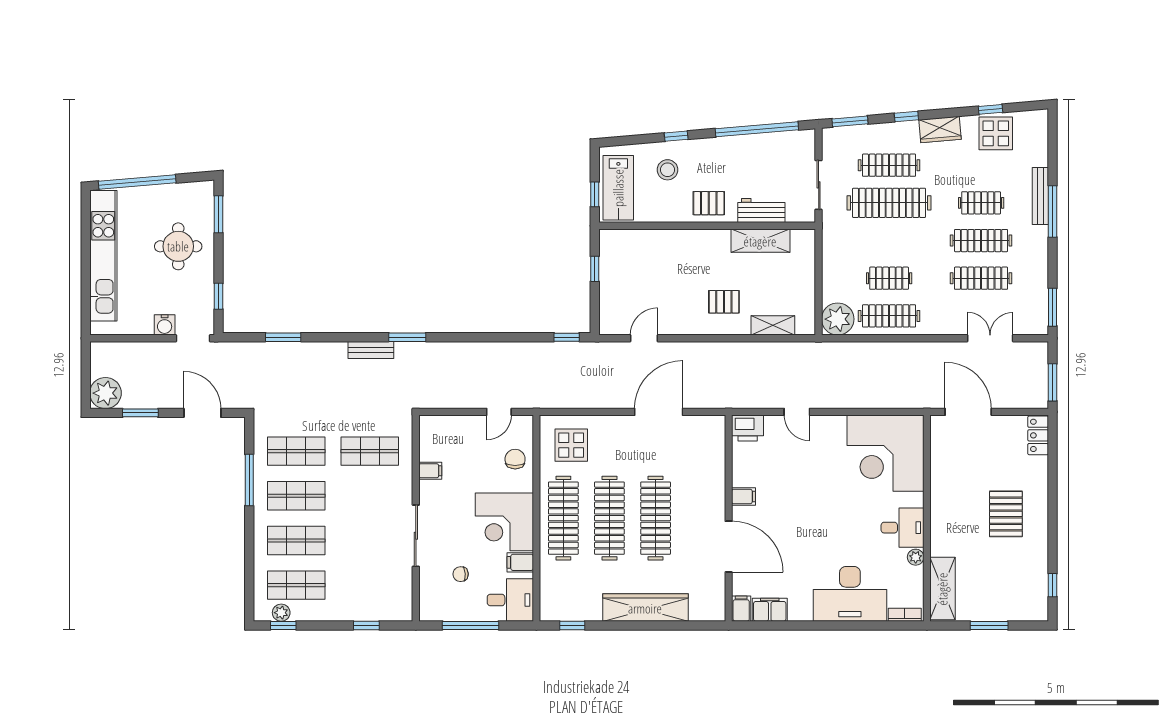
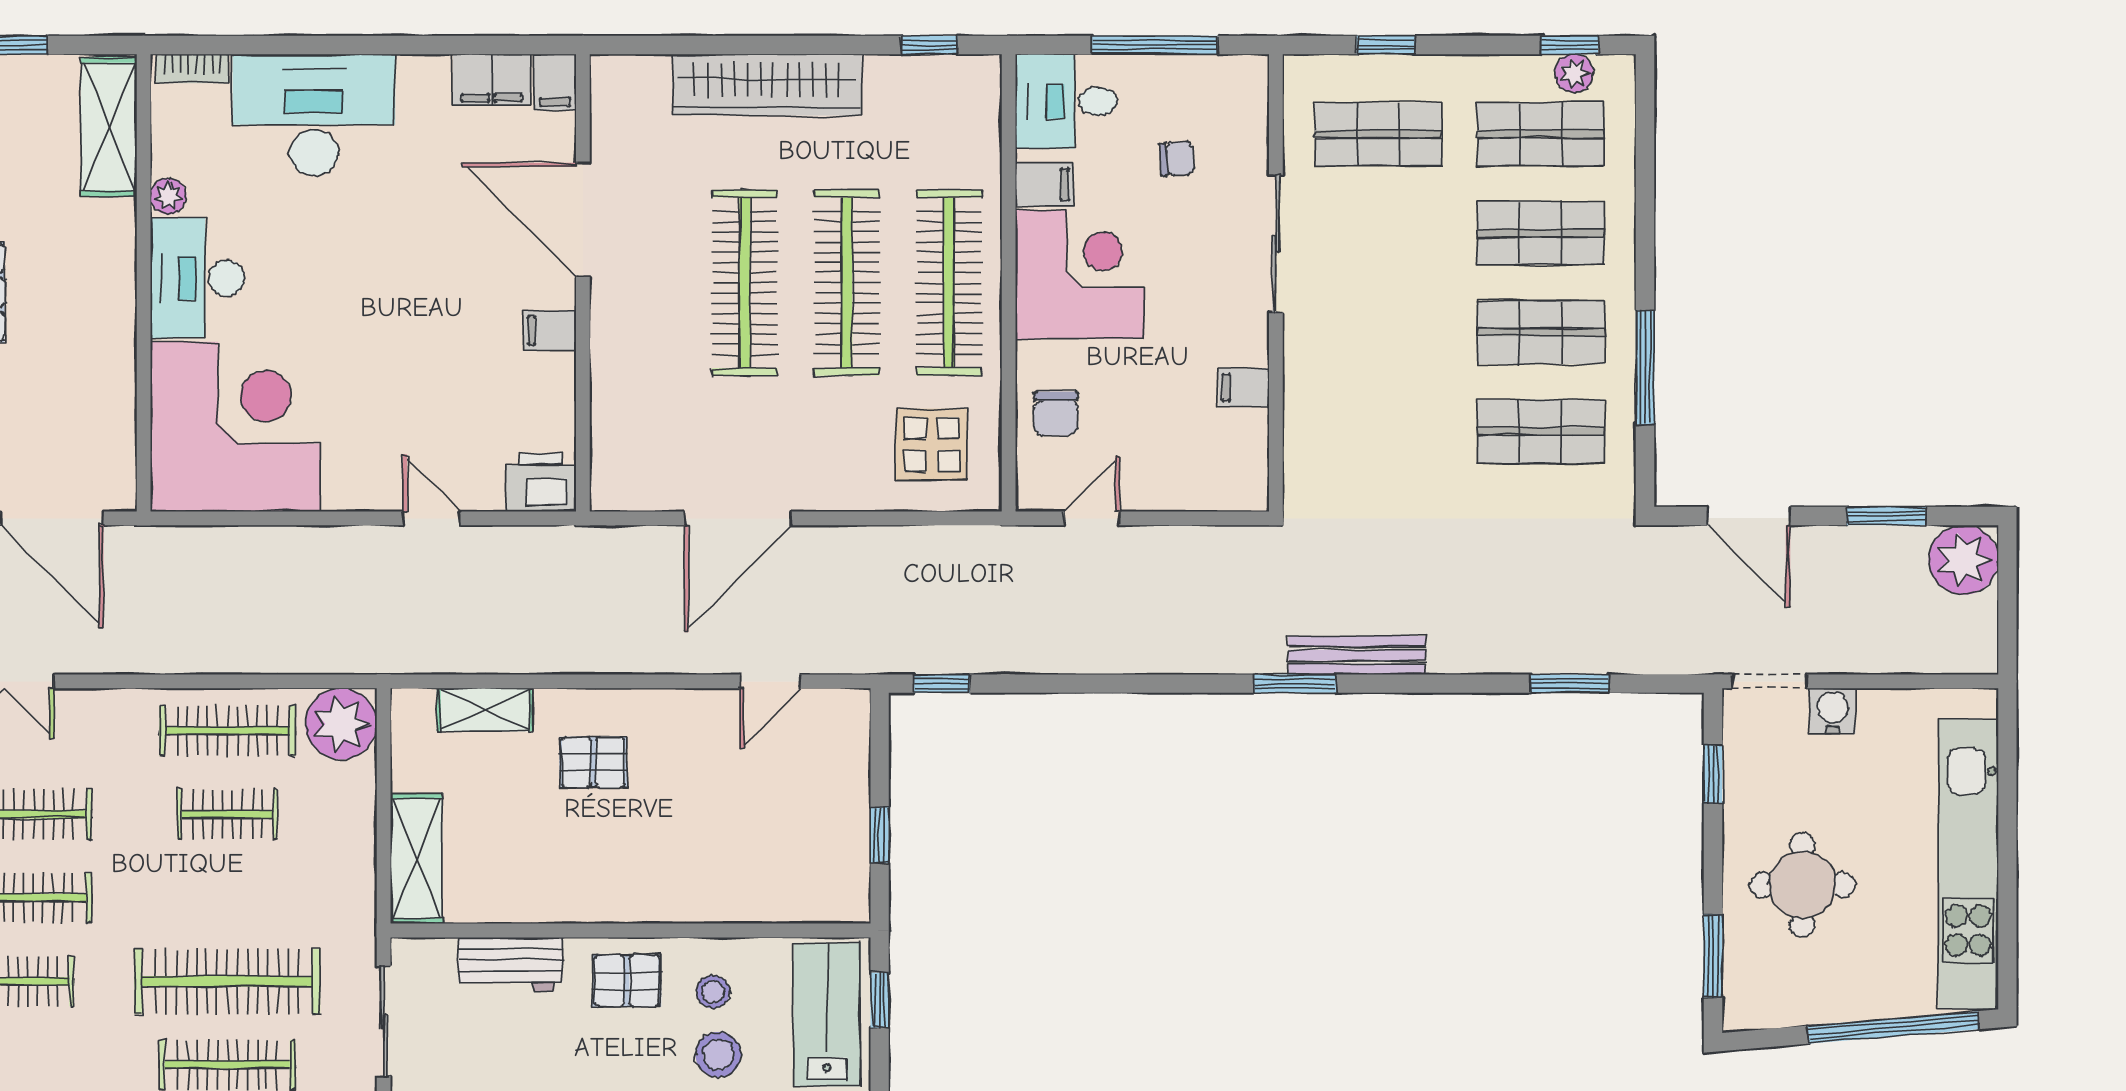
stool: (670, 198) -> (713, 992), added
shelving: (760, 241) -> (416, 859), moved, turned 90
bench: (371, 350) -> (1357, 655), width x1.36
shop shelf: (370, 451) -> (1378, 134), moved
desk: (902, 528) -> (198, 278), width x1.37

